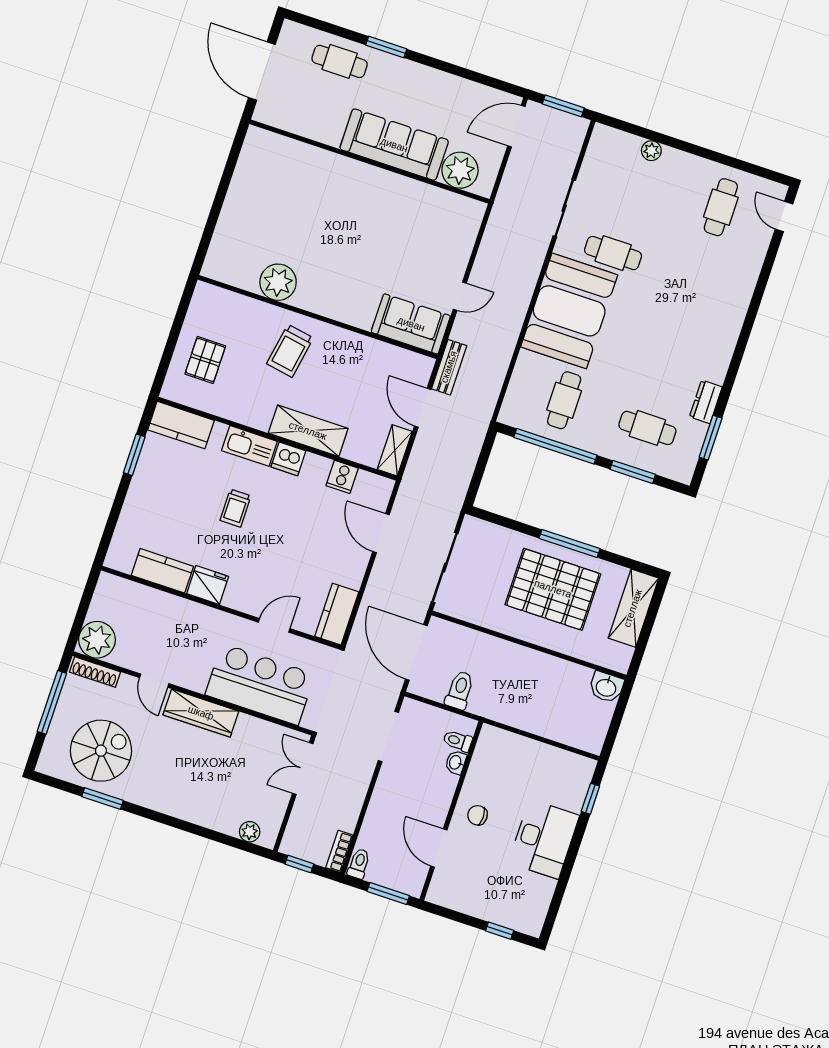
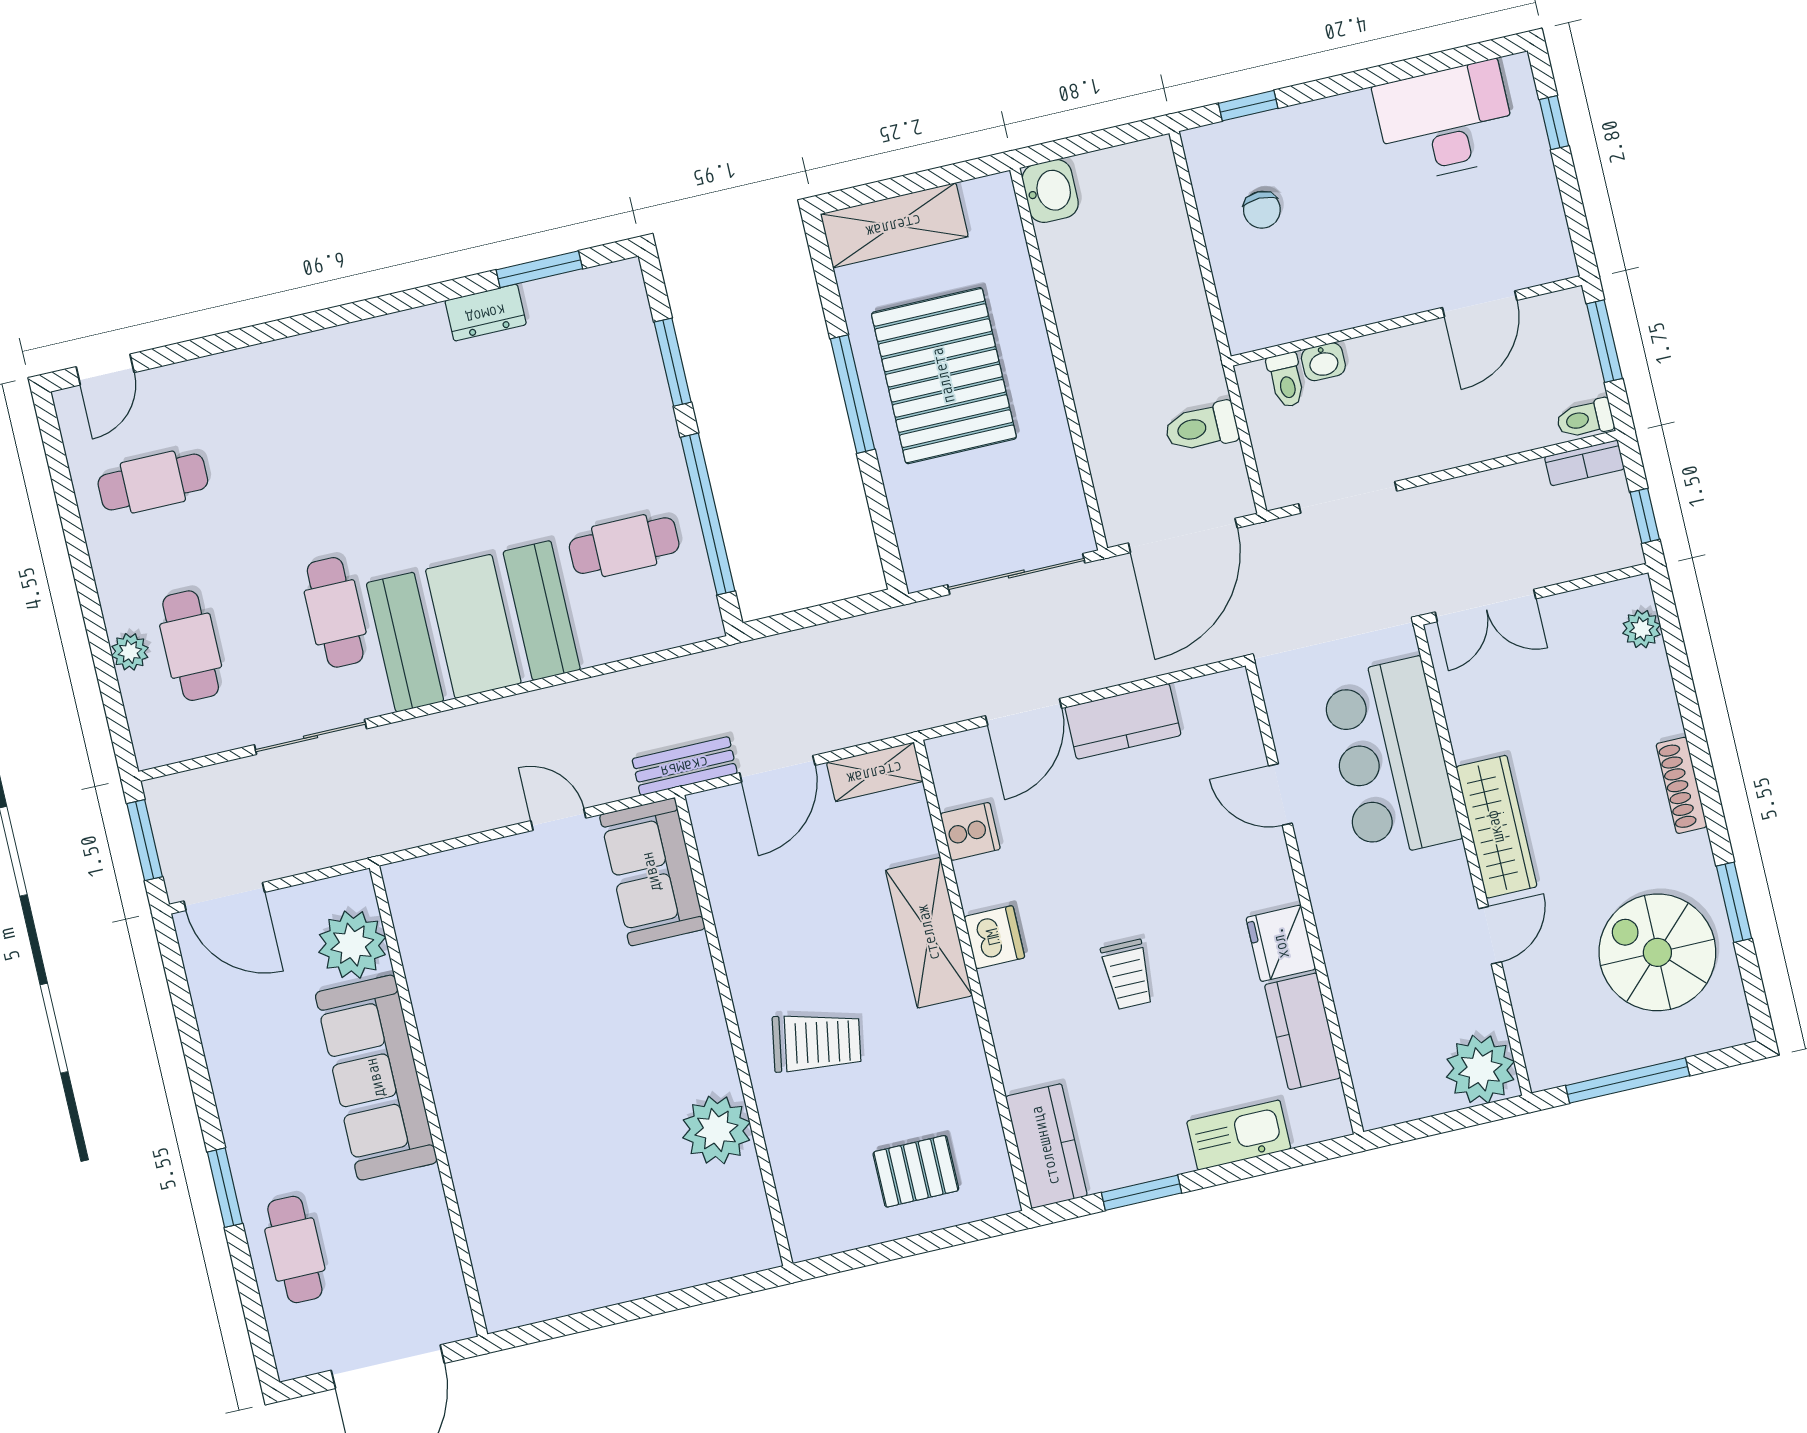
cafe table: (647, 428) -> (191, 646), moved
kitchen sink: (249, 446) -> (1239, 1135), moved, turned -90
trolley: (235, 508) -> (1128, 974), turned 90
kitchen counter: (337, 614) -> (1123, 721), moved
shoe rack: (95, 672) -> (1682, 785), moved, turned 180
chair: (477, 815) -> (1262, 210), moved
desk: (544, 839) -> (1445, 122), moved

